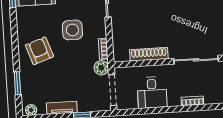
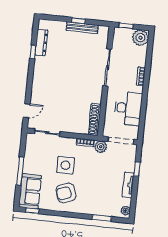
armchair: (39, 51) -> (66, 193), moved
shoe rack: (149, 54) -> (95, 120), moved
desk: (152, 92) -> (128, 108), width x1.37

